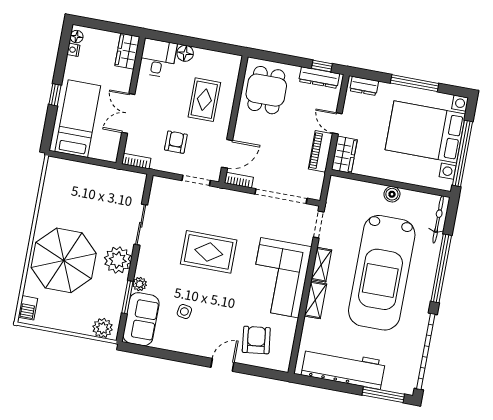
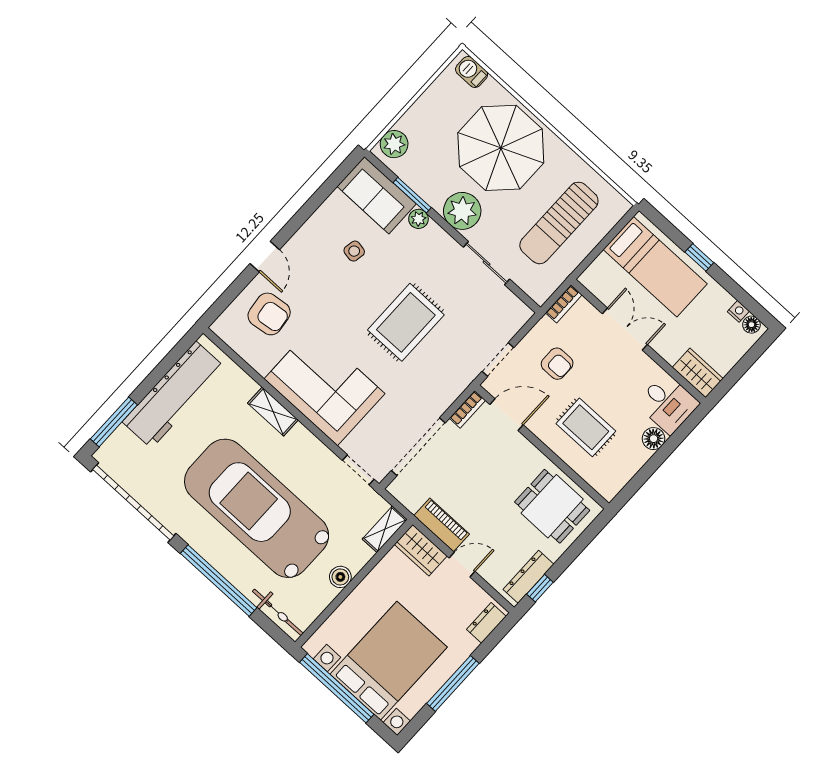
door: (227, 154) -> (506, 415), swing flipped
sun lounger: (88, 195) -> (559, 223), added
shelving: (321, 265) -> (385, 529), moved, turned 90

